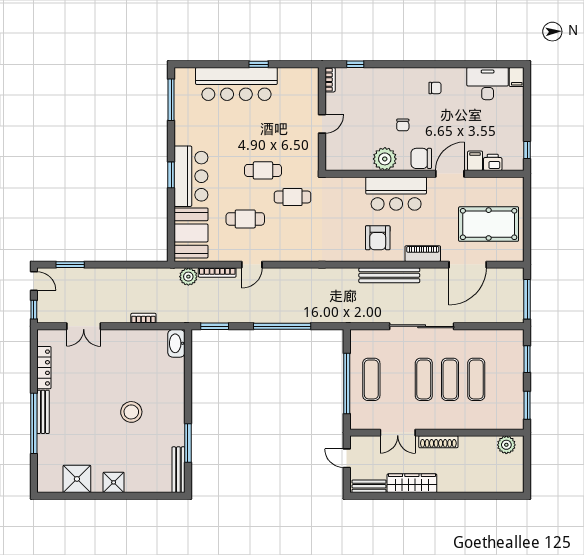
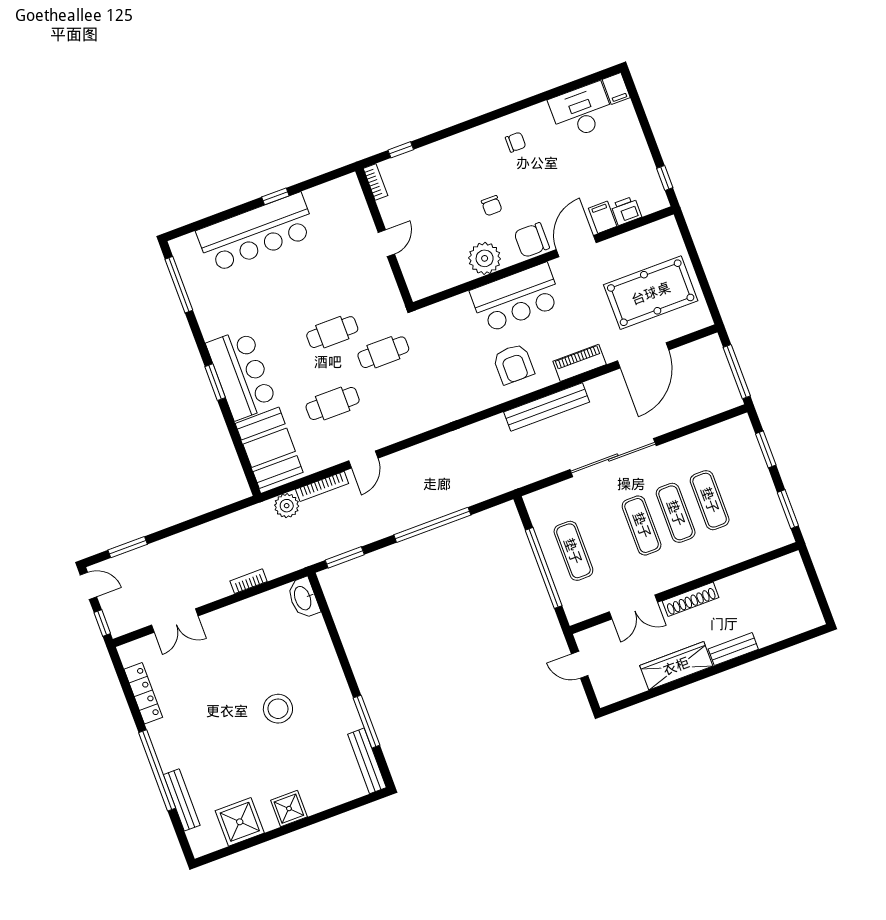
bench: (43, 412) -> (182, 800), moved
plant: (506, 445) -> (780, 570), removed
bench: (369, 486) -> (733, 649), moved

